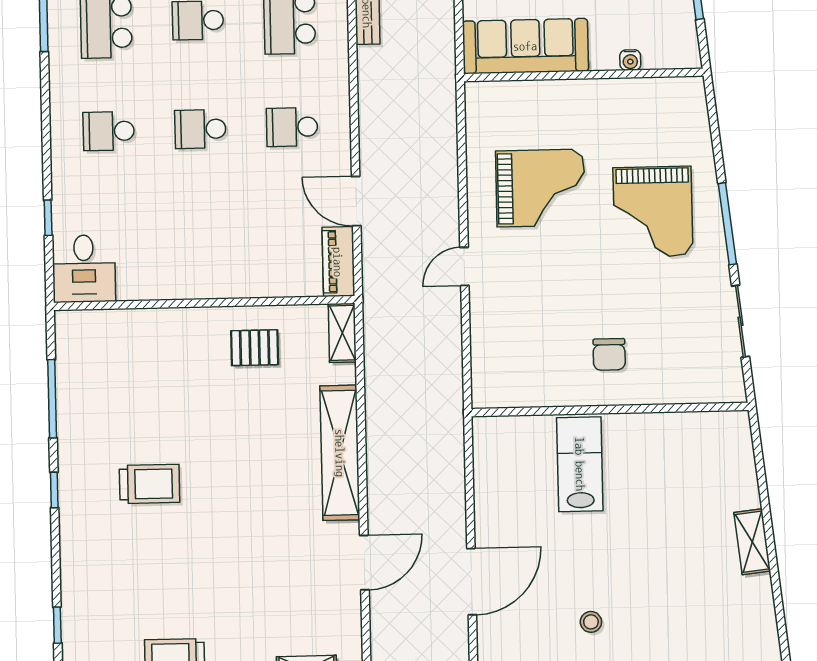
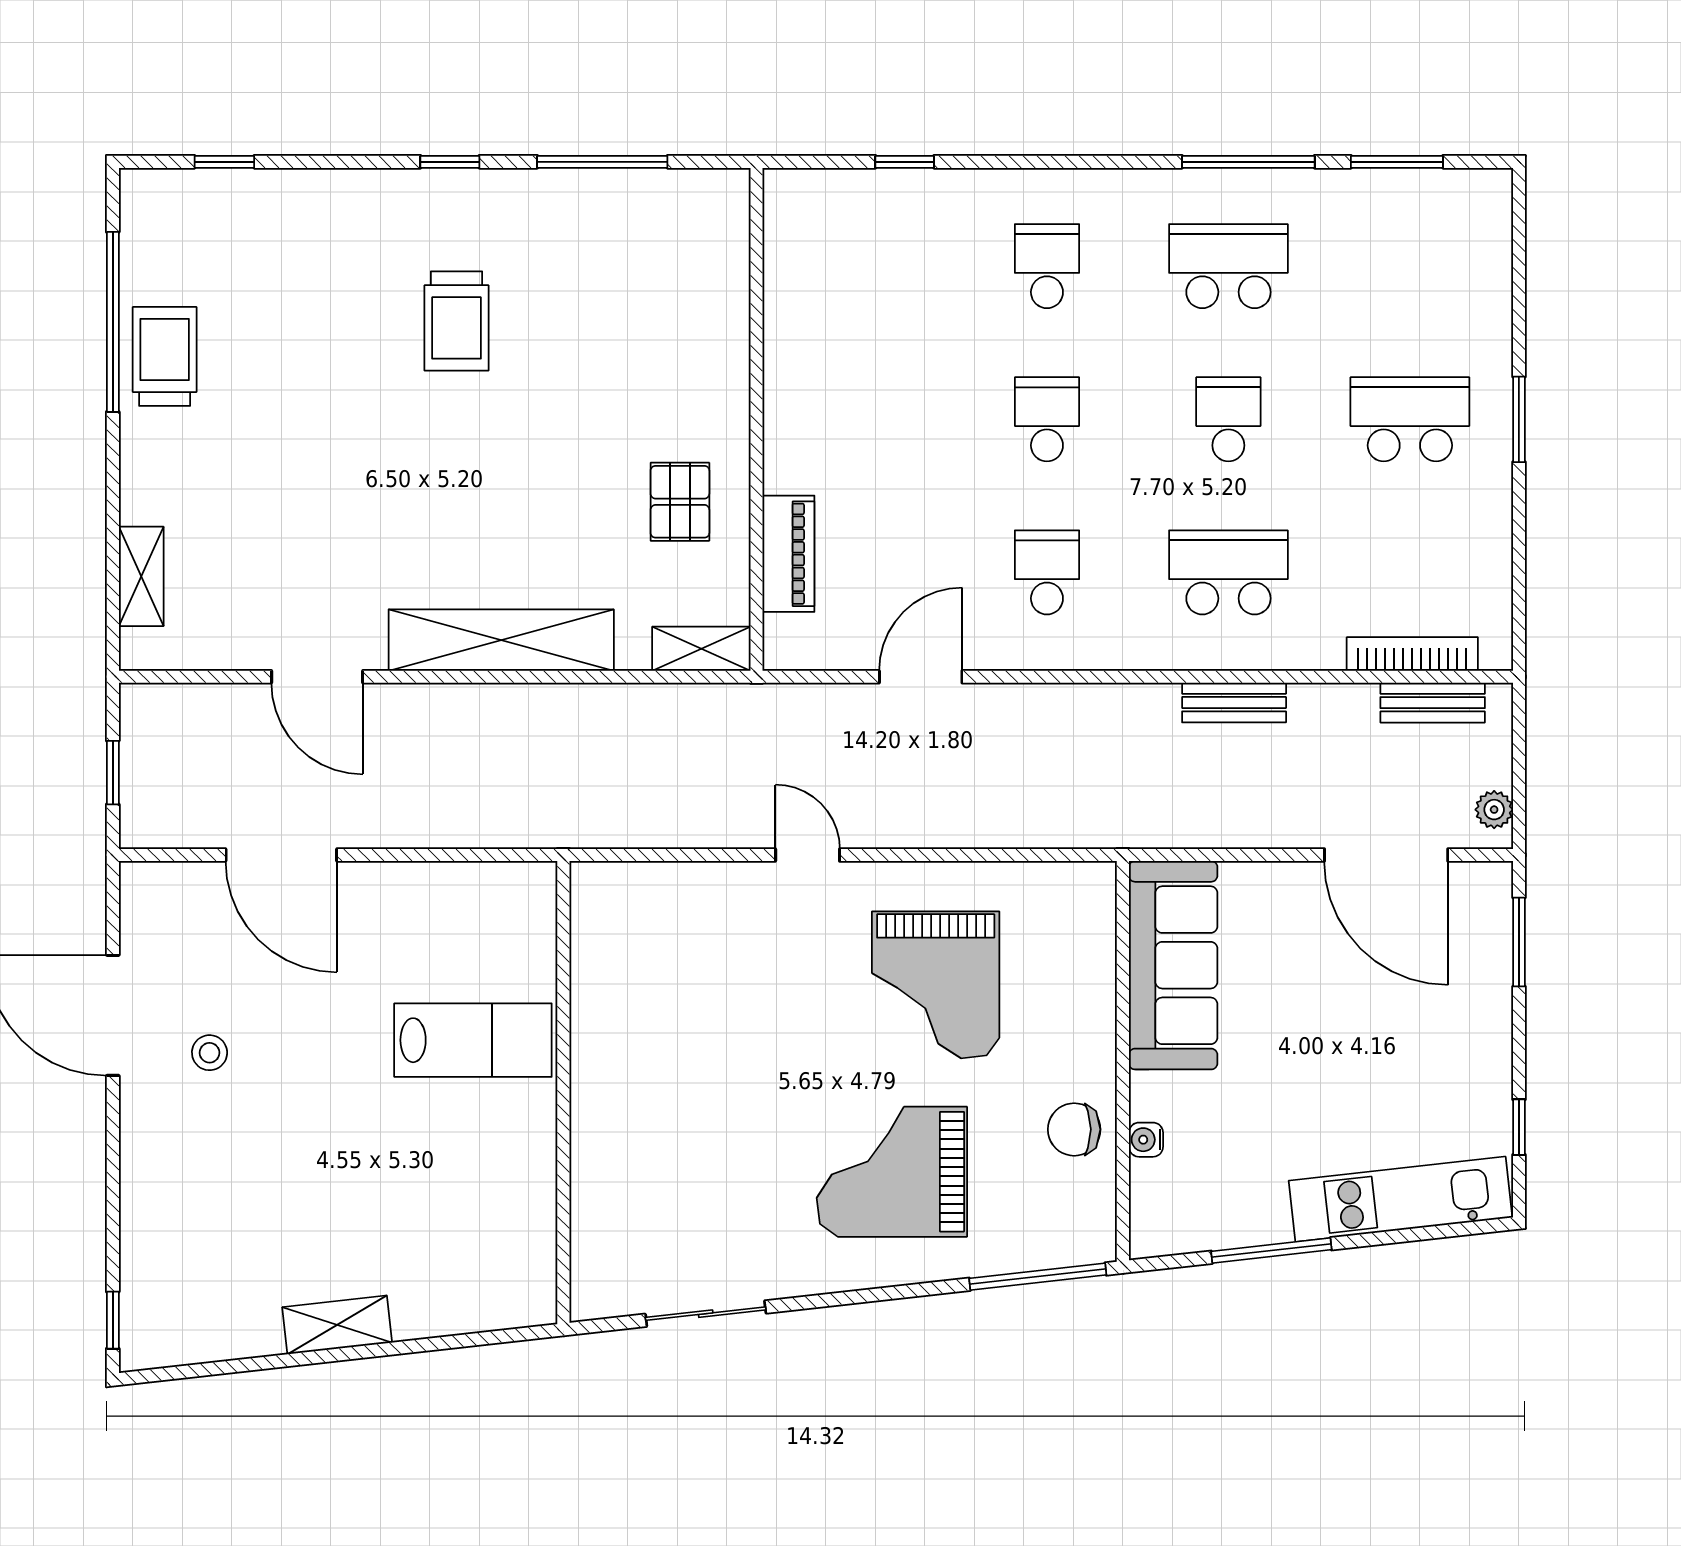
window: (727, 224) -> (1038, 1277), moved
piano: (338, 262) -> (788, 554), moved, turned 90
desk: (84, 269) -> (818, 220), removed
chair: (609, 354) -> (1074, 1129), moved

